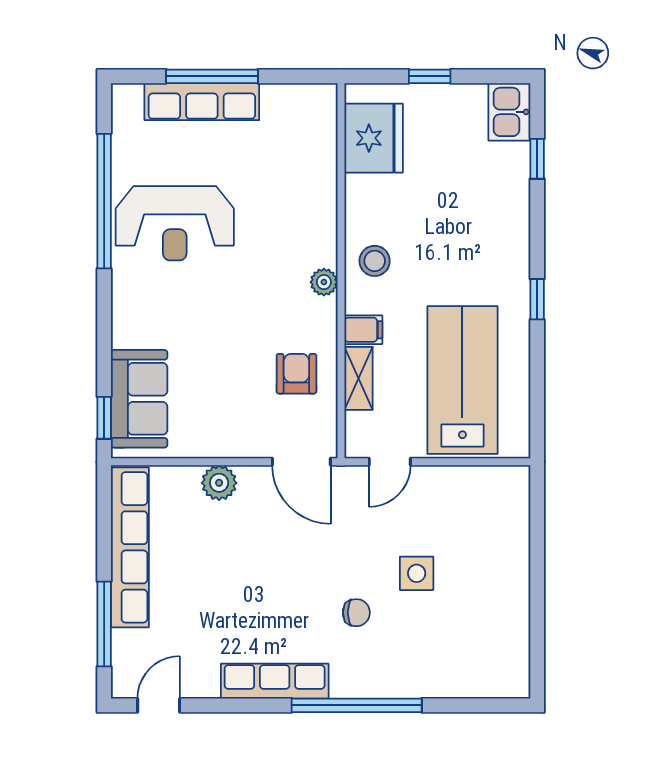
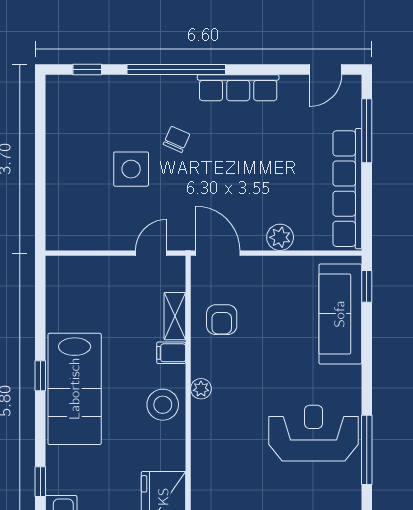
window: (104, 201) -> (367, 450), width x0.68
stool: (375, 261) -> (163, 405), width x1.38, depth x1.38
lab bench: (462, 380) -> (75, 389), moved
sofa: (139, 399) -> (340, 314), width x1.36
side table: (417, 573) -> (131, 169), width x1.37, depth x1.37
chair: (356, 613) -> (176, 139), turned 114
window: (475, 705) -> (87, 69), added

